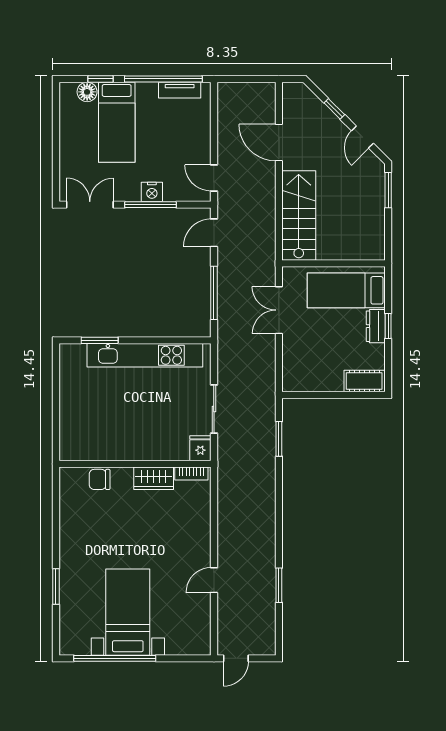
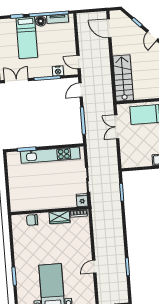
floor lamp: (87, 92) -> (41, 21), moved
door: (279, 143) -> (109, 28), moved
nightstand: (152, 192) -> (58, 71), moved

